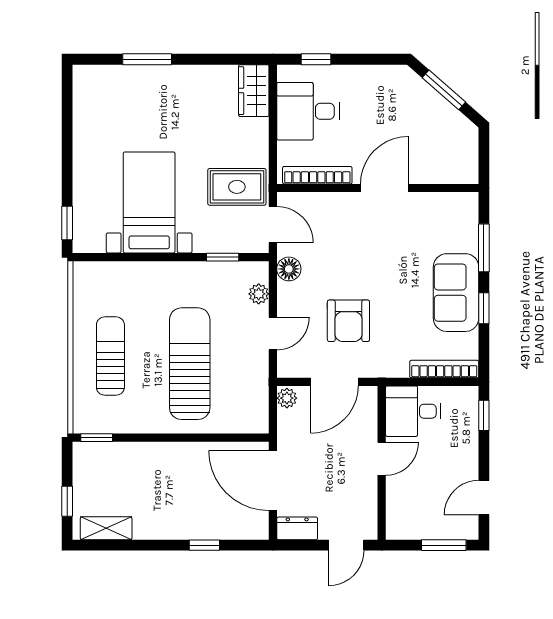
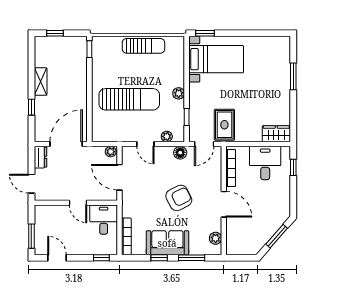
bed with nightstands: (149, 202) -> (216, 59), moved
plant: (448, 203) -> (216, 238), added
plant: (179, 272) -> (179, 93), added
armchair: (348, 321) -> (179, 198), moved, turned 153
sun lounger: (110, 356) -> (143, 46), moved
shelving: (106, 528) -> (41, 82), moved

